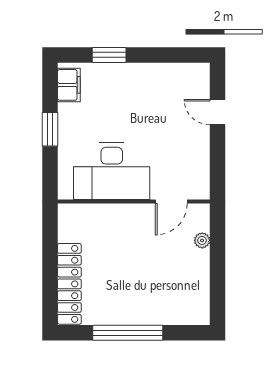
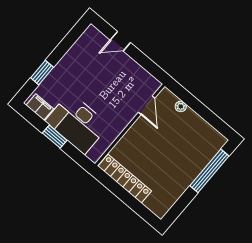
desk: (112, 171) -> (77, 123), moved, turned 90
locker: (69, 284) -> (125, 179), moved
window: (128, 333) -> (209, 171), moved

